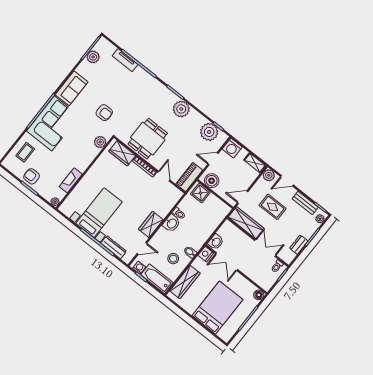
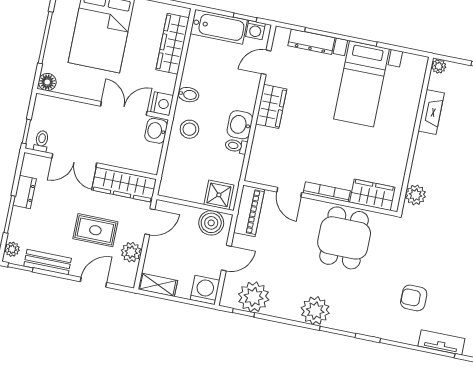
armchair: (104, 113) -> (414, 298), moved
plant: (269, 175) -> (131, 252), moved
stool: (173, 259) -> (189, 129), moved

